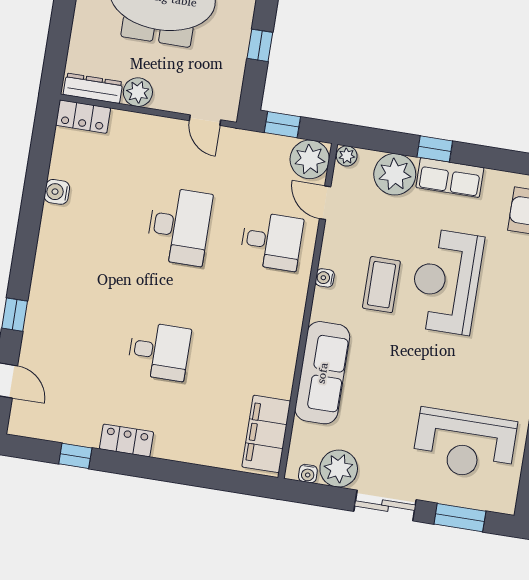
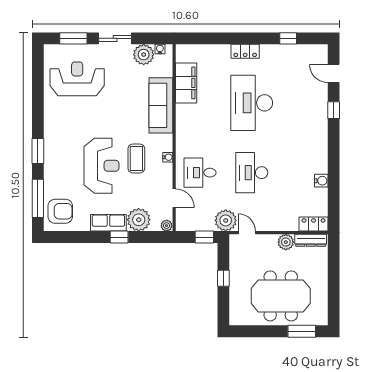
plant: (310, 159) -> (226, 220), moved
desk: (159, 351) -> (252, 103), width x1.87, depth x1.30
filing cabinet: (266, 434) -> (186, 83), moved
locker: (127, 440) -> (245, 51), moved

